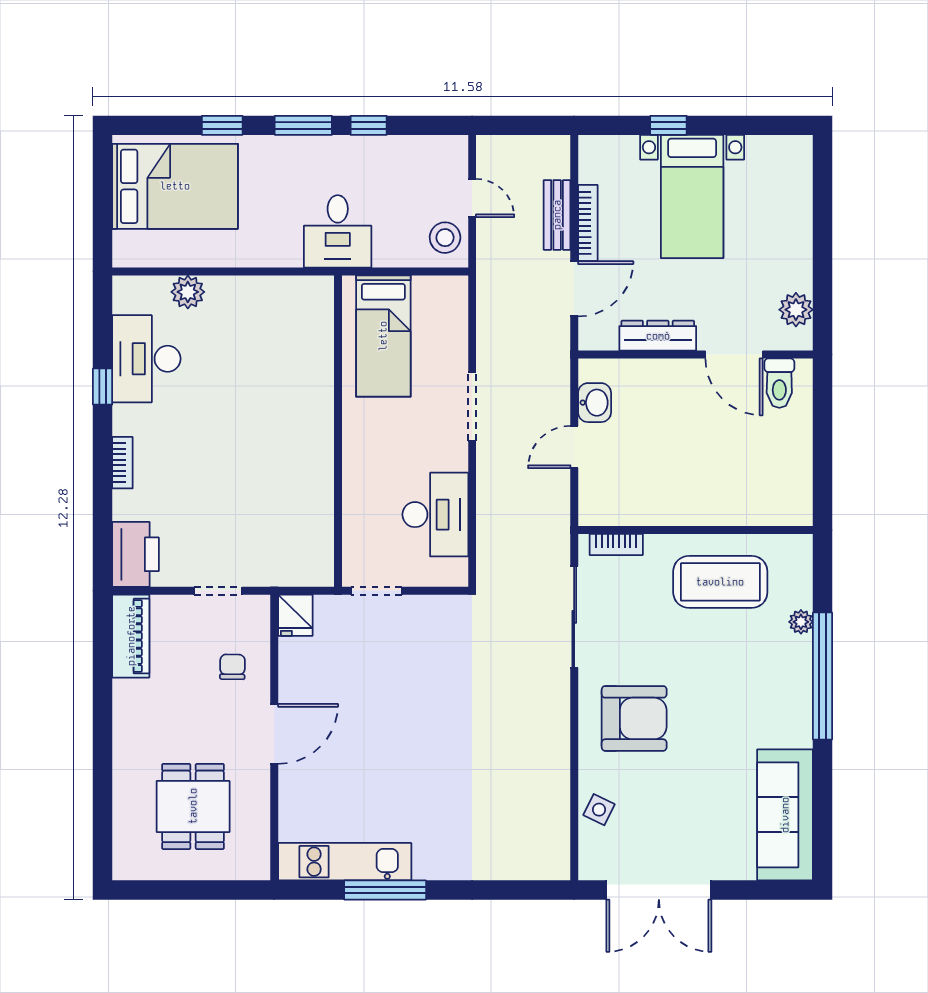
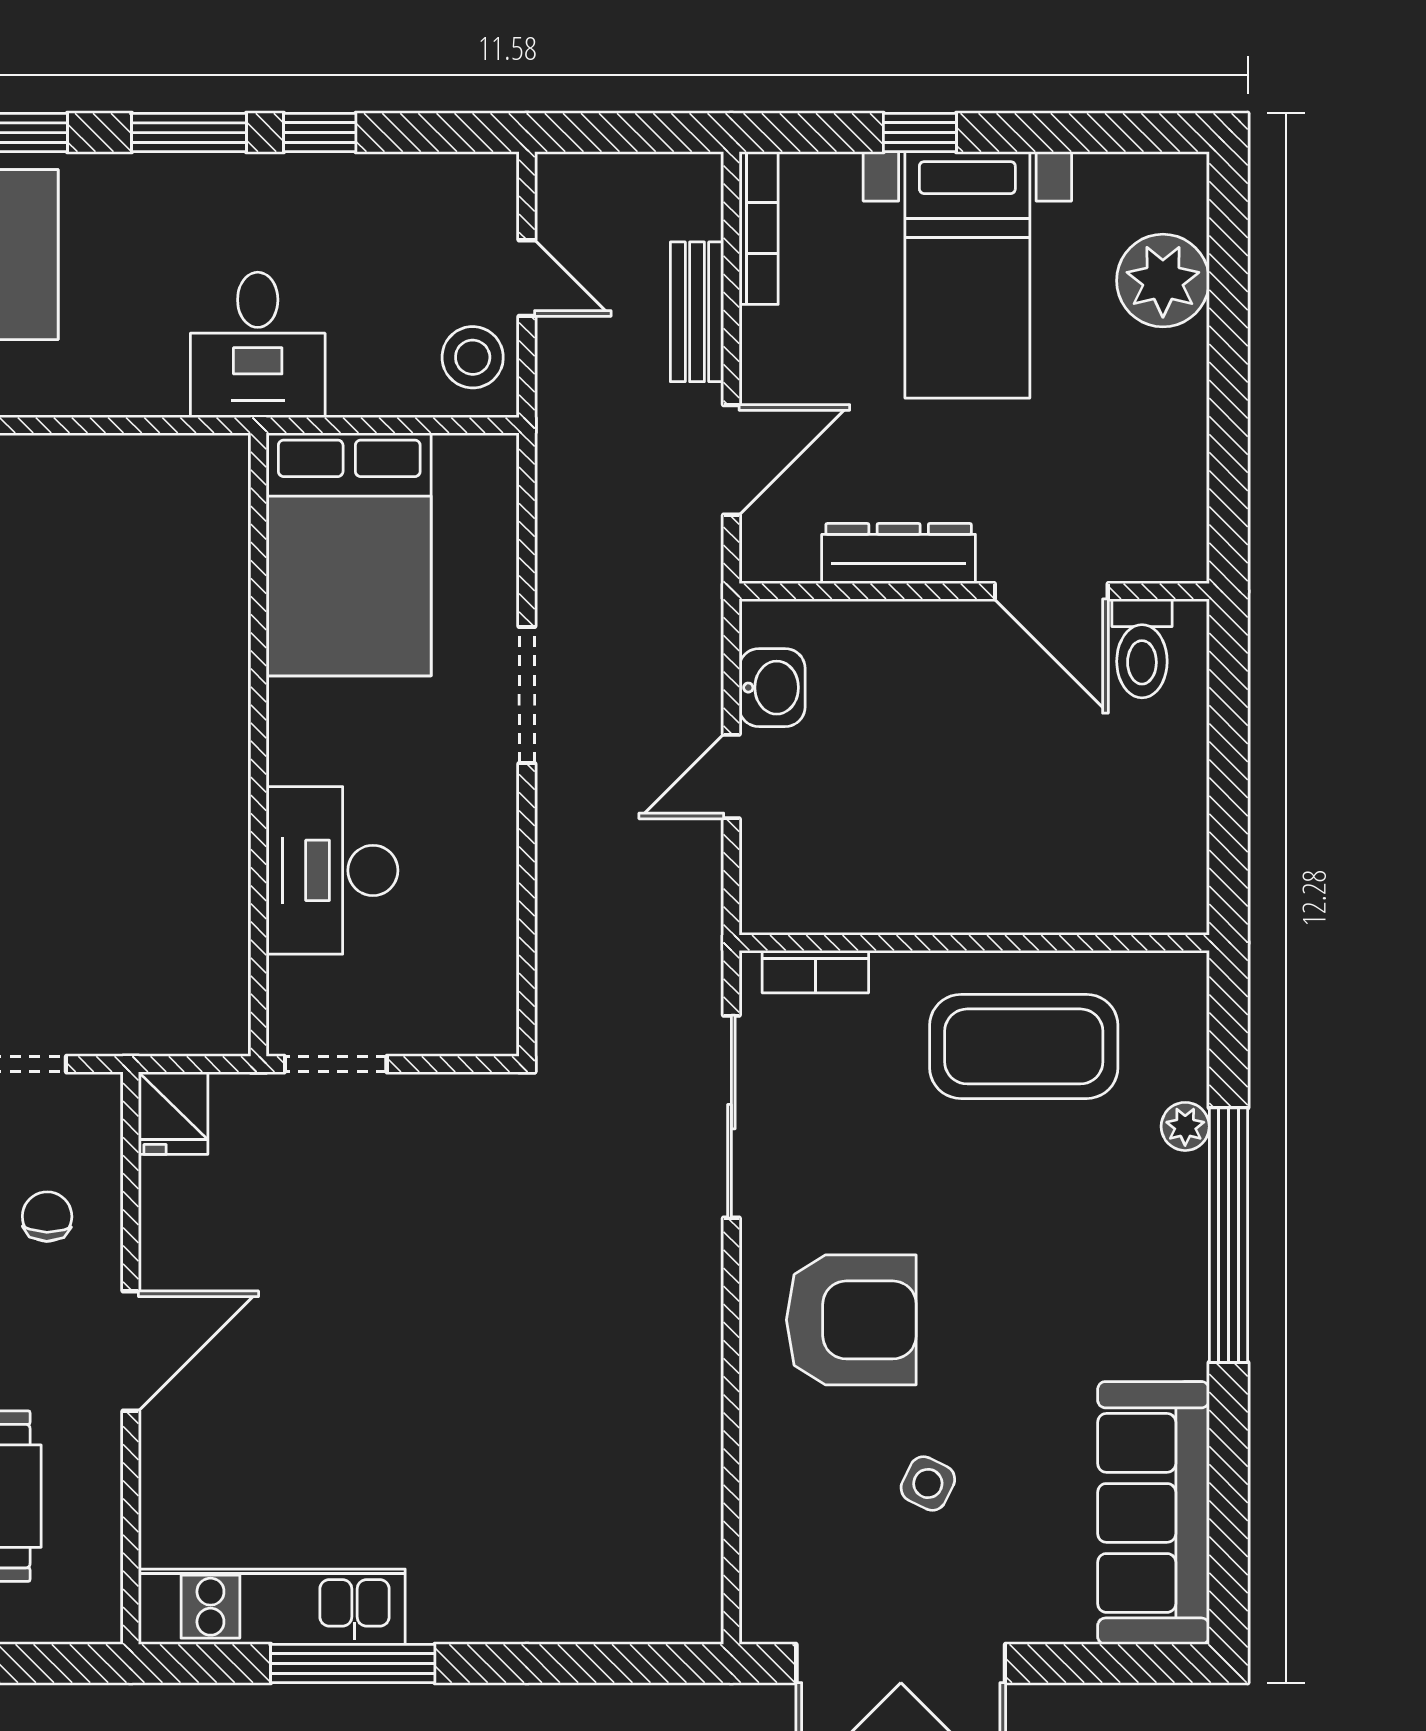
bookcase: (588, 223) -> (759, 228), moved
plant: (796, 310) -> (1163, 281), moved, width x1.36, depth x1.36
bed: (383, 336) -> (349, 554), width x1.50
desk: (435, 515) -> (332, 870), moved, turned 180
side table: (599, 810) -> (928, 1483), moved

